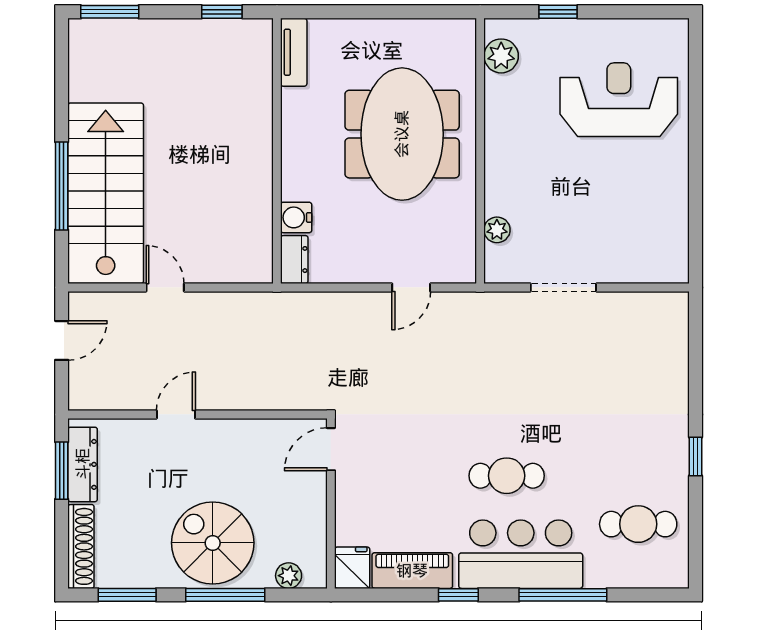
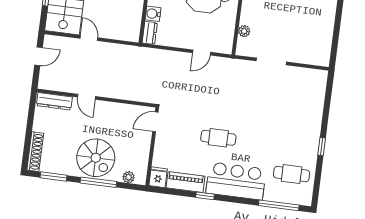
door: (176, 414) -> (86, 97), swing flipped
dresser: (83, 464) -> (54, 101), moved, turned 90
window: (62, 471) -> (31, 116), removed
cafe table: (507, 476) -> (218, 138), moved
spiral stairs: (213, 543) -> (96, 158), turned 180
window: (563, 595) -> (279, 205), moved

